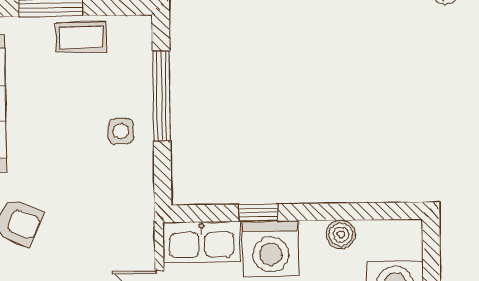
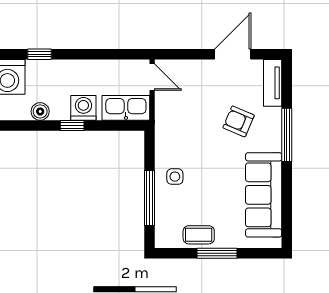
window: (258, 213) -> (72, 126), moved
washing machine: (271, 249) -> (83, 108), width x0.73, depth x0.73

